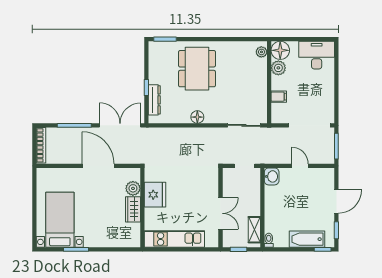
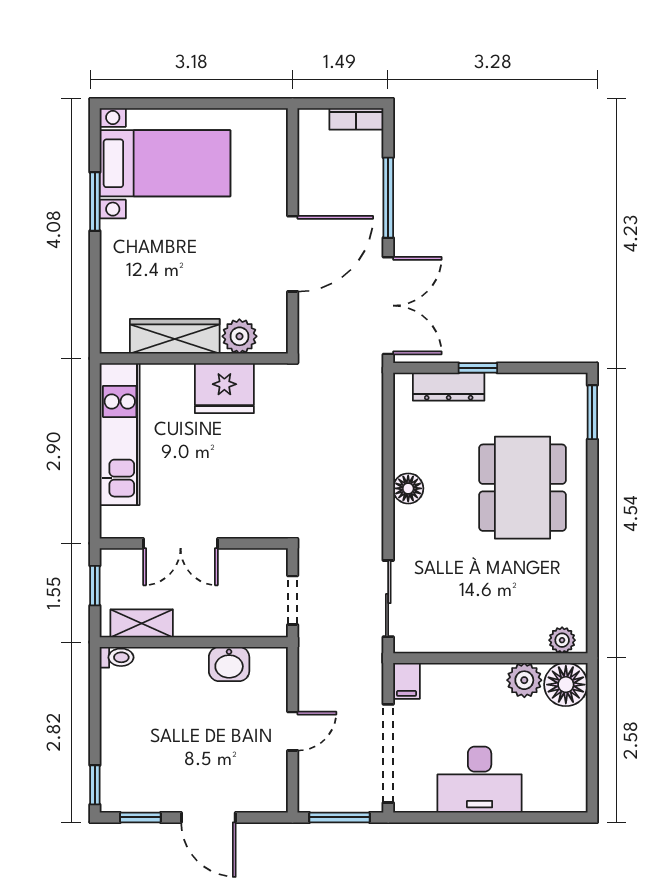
desk: (317, 55) -> (480, 780), moved, turned 90
dining table: (197, 69) -> (522, 488), turned 90
filing cabinet: (279, 97) -> (407, 681), moved
bookcase: (41, 145) -> (356, 119), width x0.64
washbasin: (272, 176) -> (229, 664), moved
wardrobe: (133, 209) -> (175, 336), width x1.50
bathtub: (307, 239) -> (119, 748), removed

